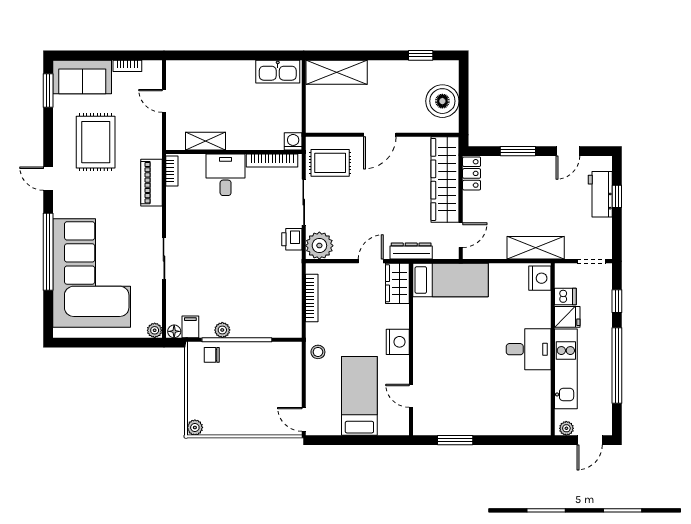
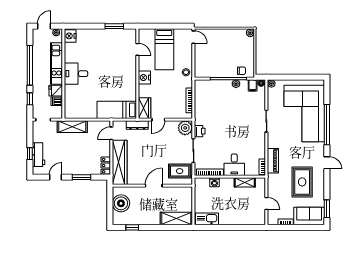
washing machine: (293, 141) -> (214, 182), moved
nightstand: (540, 278) -> (70, 36), moved

